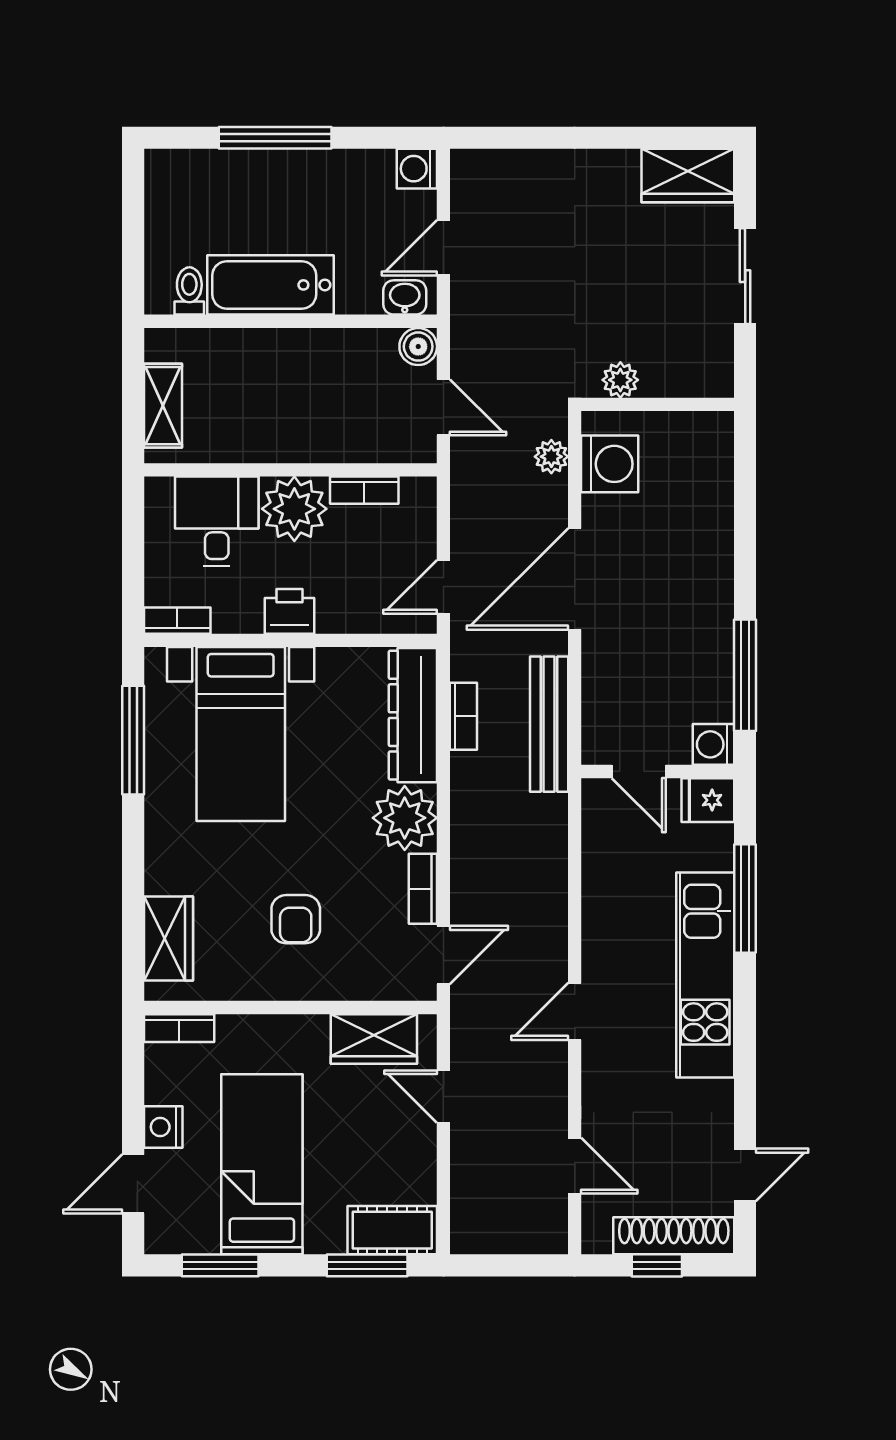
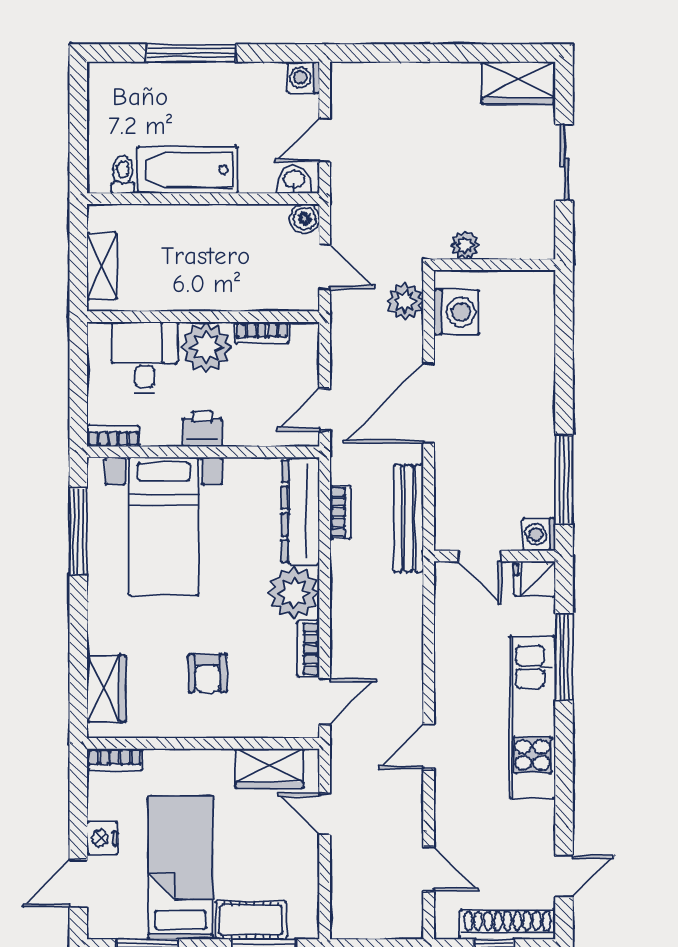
plant: (551, 457) -> (405, 301), width x1.38, depth x1.38
cot: (392, 1230) -> (251, 920), moved

